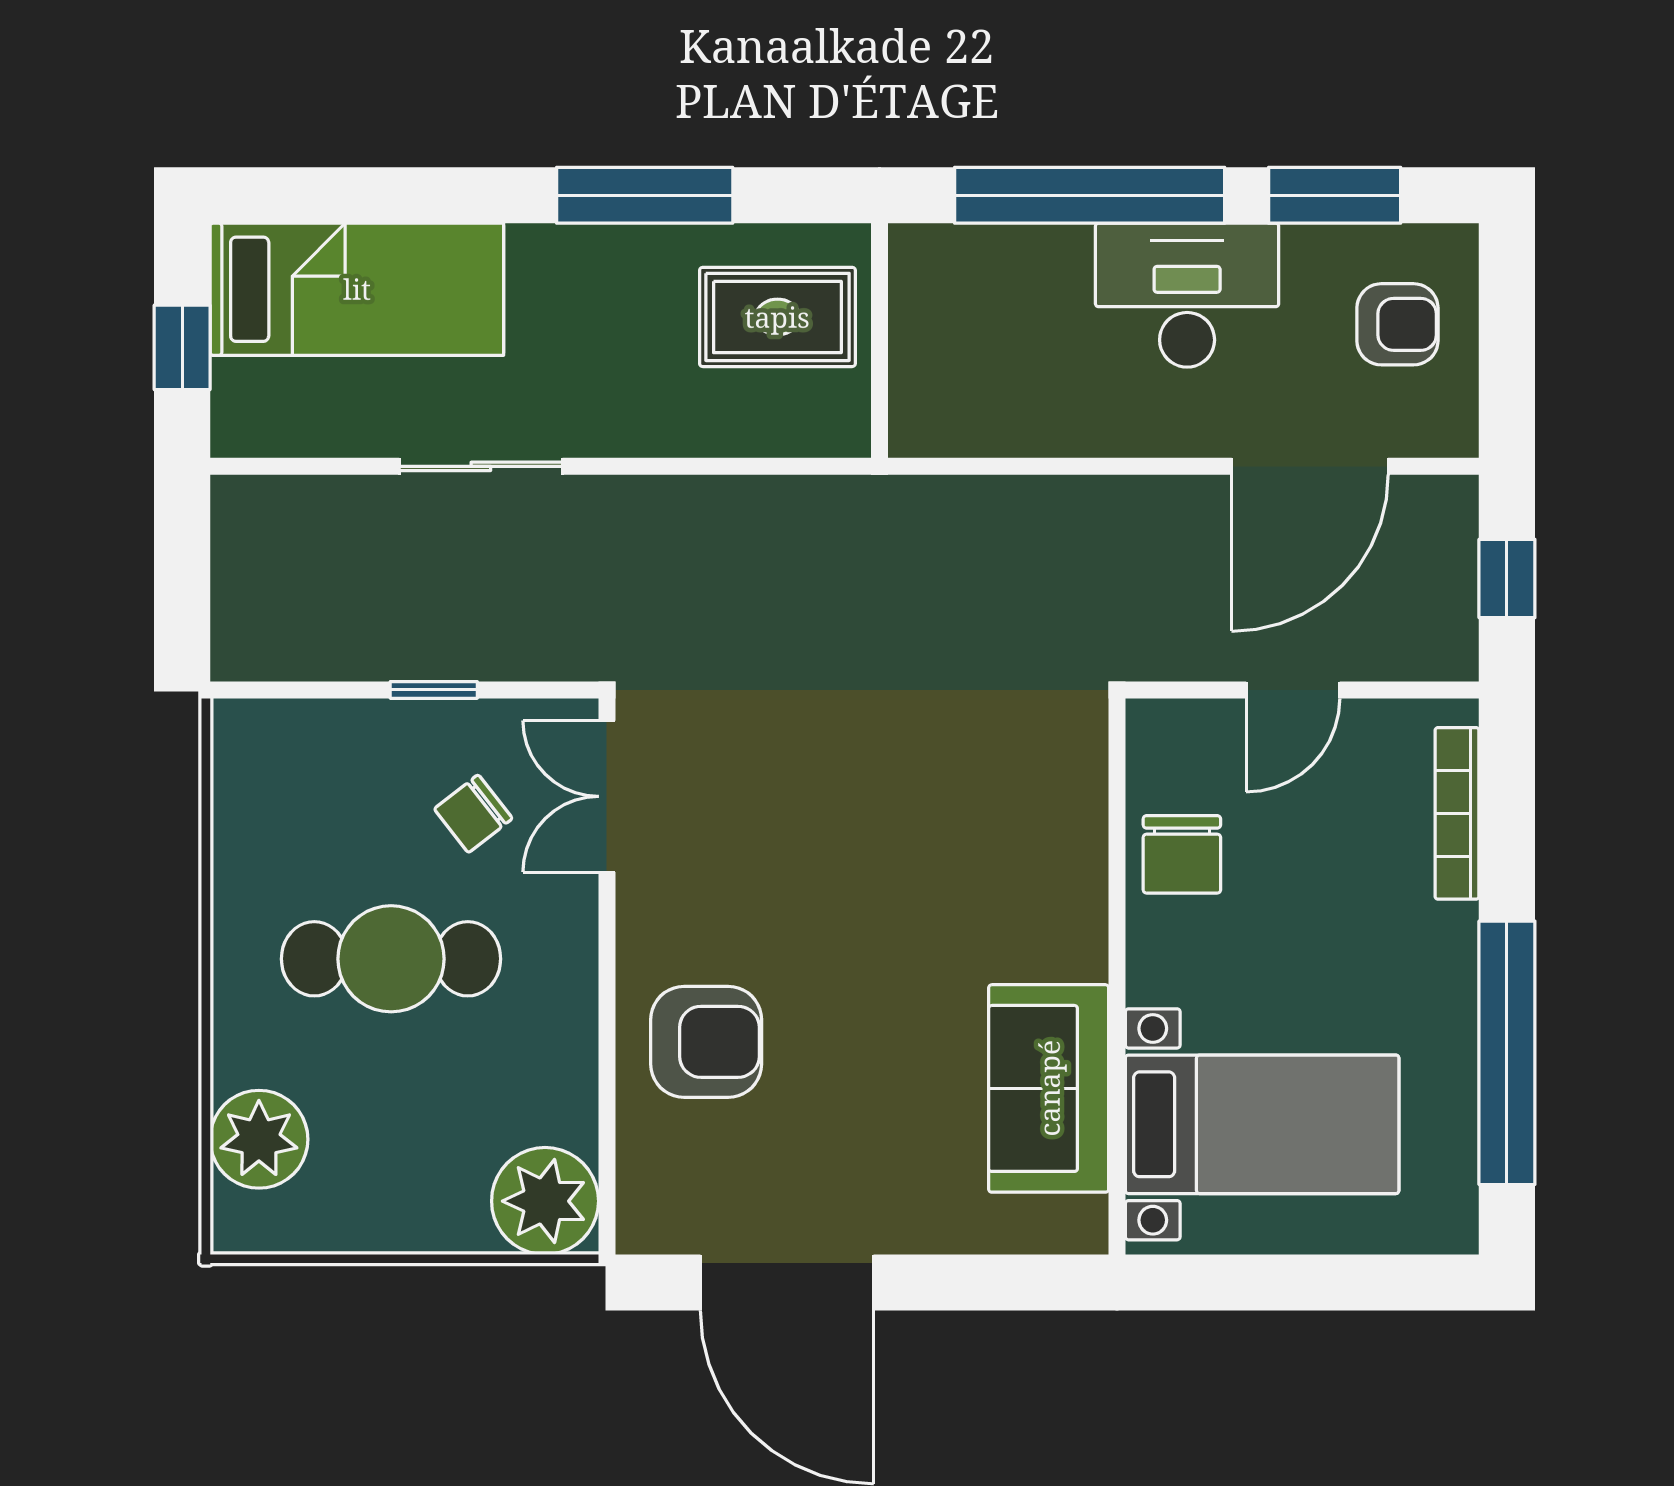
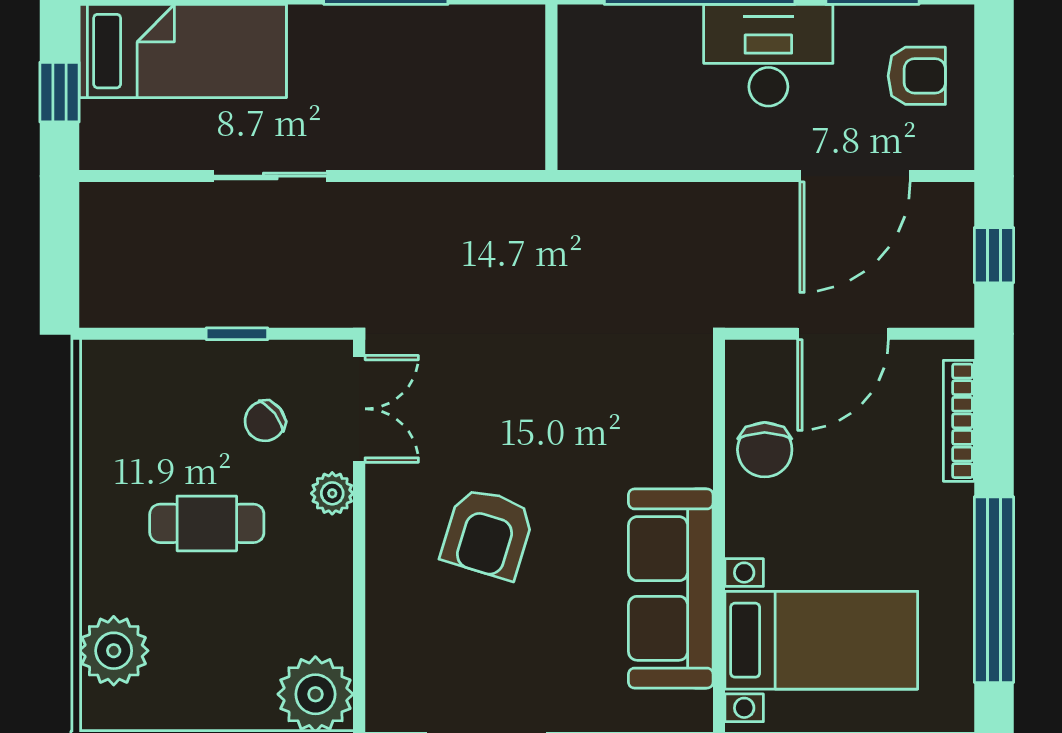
rug: (777, 317) -> (479, 71), removed
door: (1293, 690) -> (843, 334), width x1.37
double door: (607, 796) -> (359, 409), swing flipped
plant: (569, 916) -> (332, 493), added
cafe table: (391, 959) -> (207, 523), width x0.73, depth x0.74
armchair: (706, 1042) -> (488, 533), moved, turned 107
sofa: (1049, 1088) -> (671, 588), width x1.36

